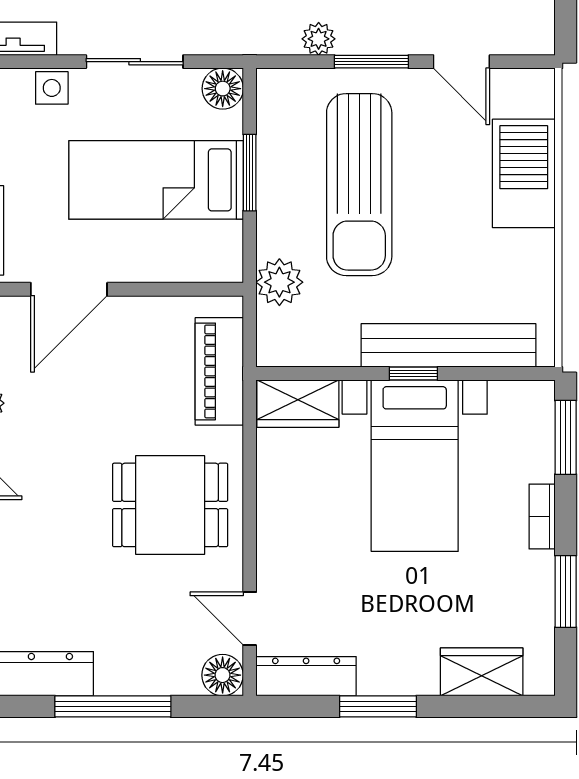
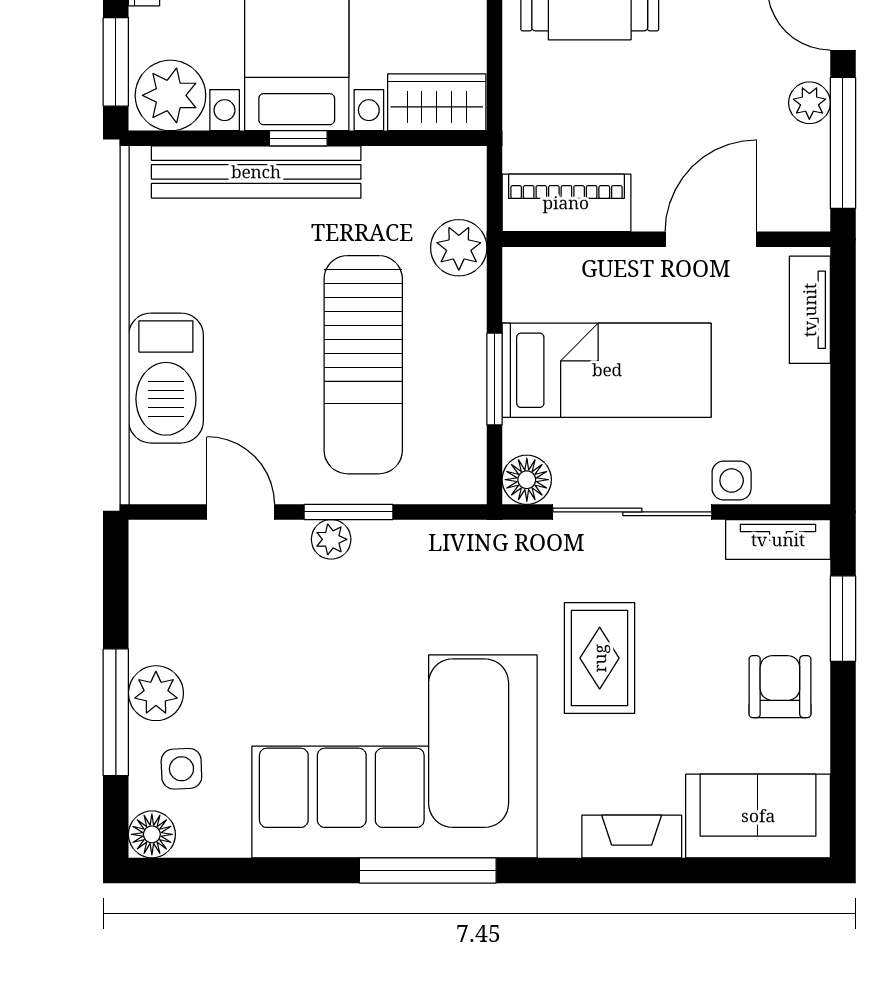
plant: (319, 39) -> (331, 539), moved
sliding door: (135, 62) -> (632, 512), width x1.37
sun lounger: (359, 185) -> (363, 365), turned 180
piano: (219, 371) -> (566, 203), moved, turned -90
plant: (520, 409) -> (170, 95), added

